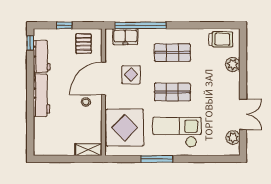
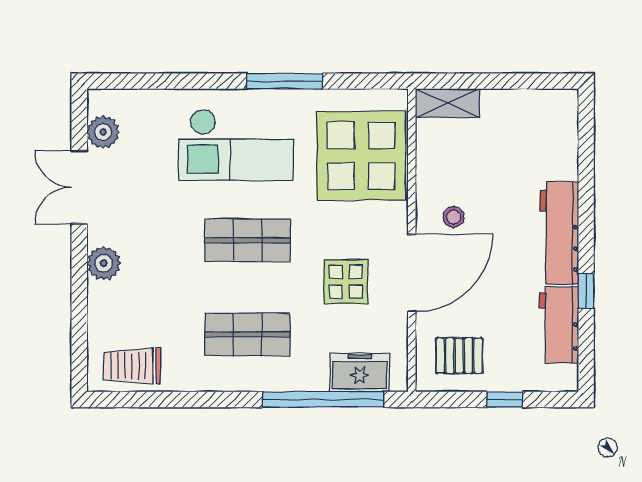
window: (30, 43) -> (586, 291), moved
pallet: (83, 44) -> (459, 356), turned 90
plant: (233, 64) -> (104, 263), moved

